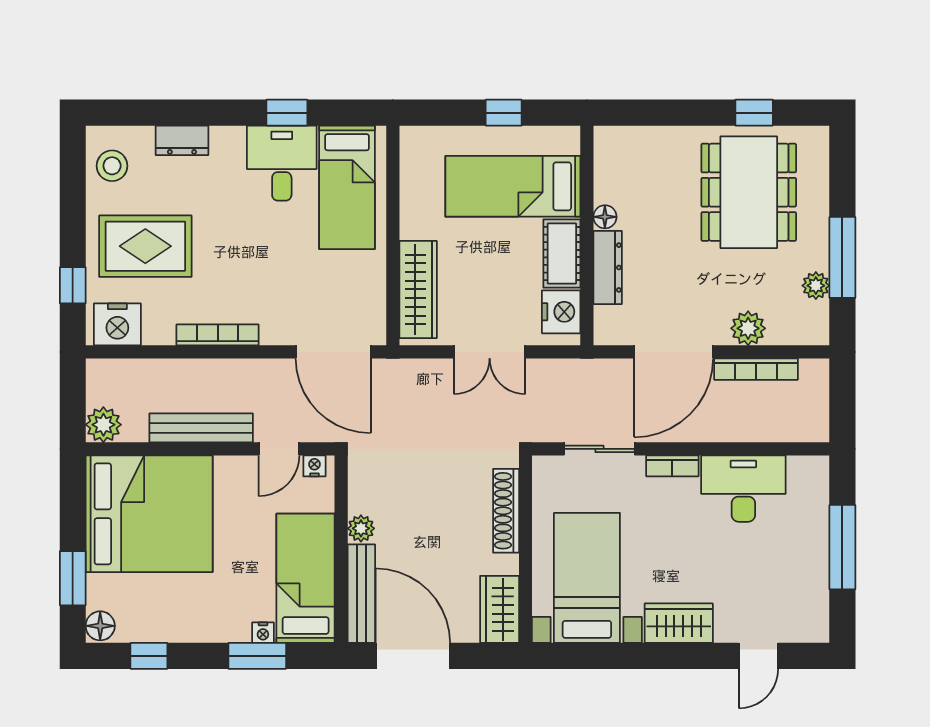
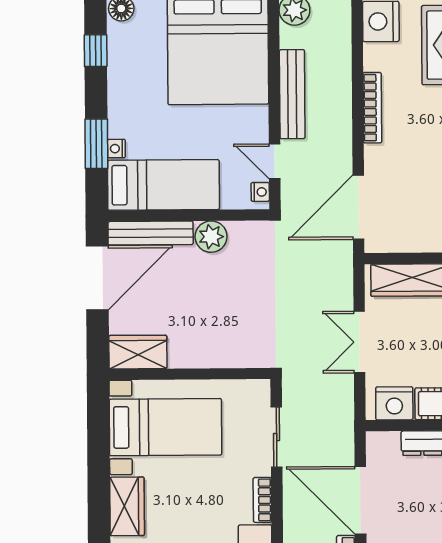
shoe rack: (506, 511) -> (223, 357), removed
plant: (361, 528) -> (211, 237), width x1.38, depth x1.38

